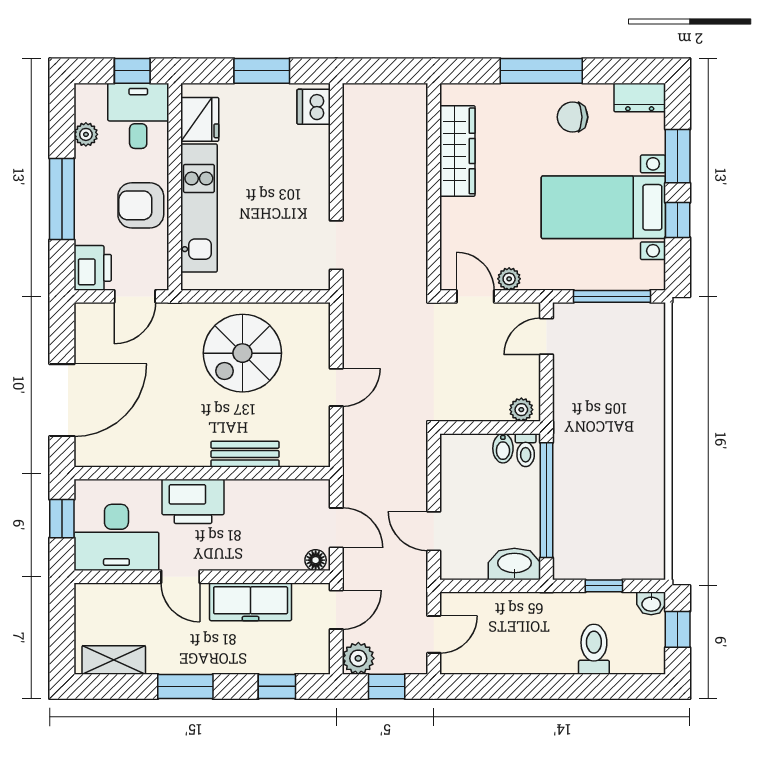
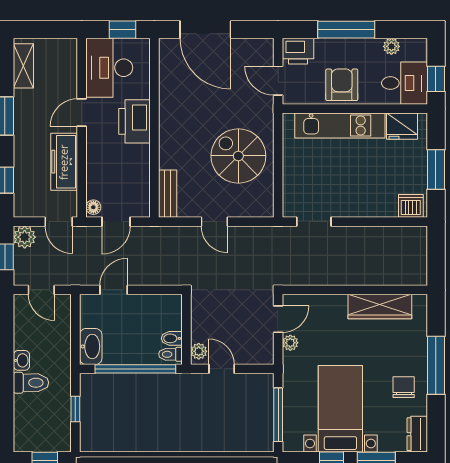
door: (547, 336) -> (222, 369), moved
bench: (245, 454) -> (168, 194), moved
washbasin: (651, 603) -> (21, 360), moved, turned 180
toilet: (594, 649) -> (31, 383), moved

